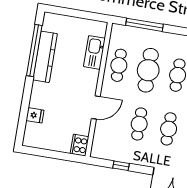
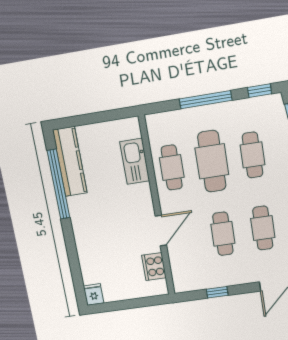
window: (144, 25) -> (206, 100), moved
kitchen counter: (45, 57) -> (70, 162), moved
fridge: (35, 115) -> (94, 294), moved, turned -90
cooker: (79, 145) -> (154, 267), moved

